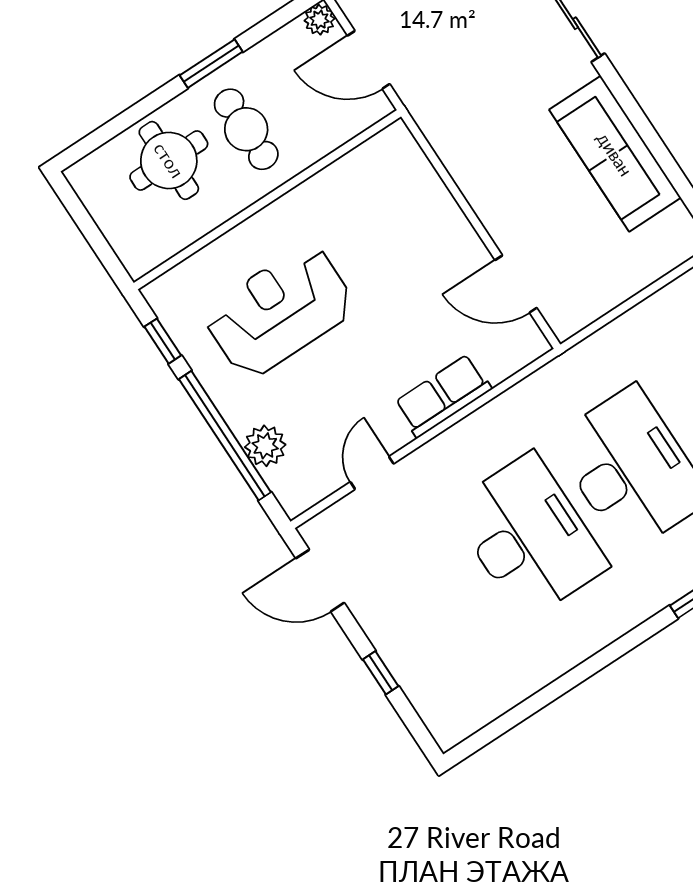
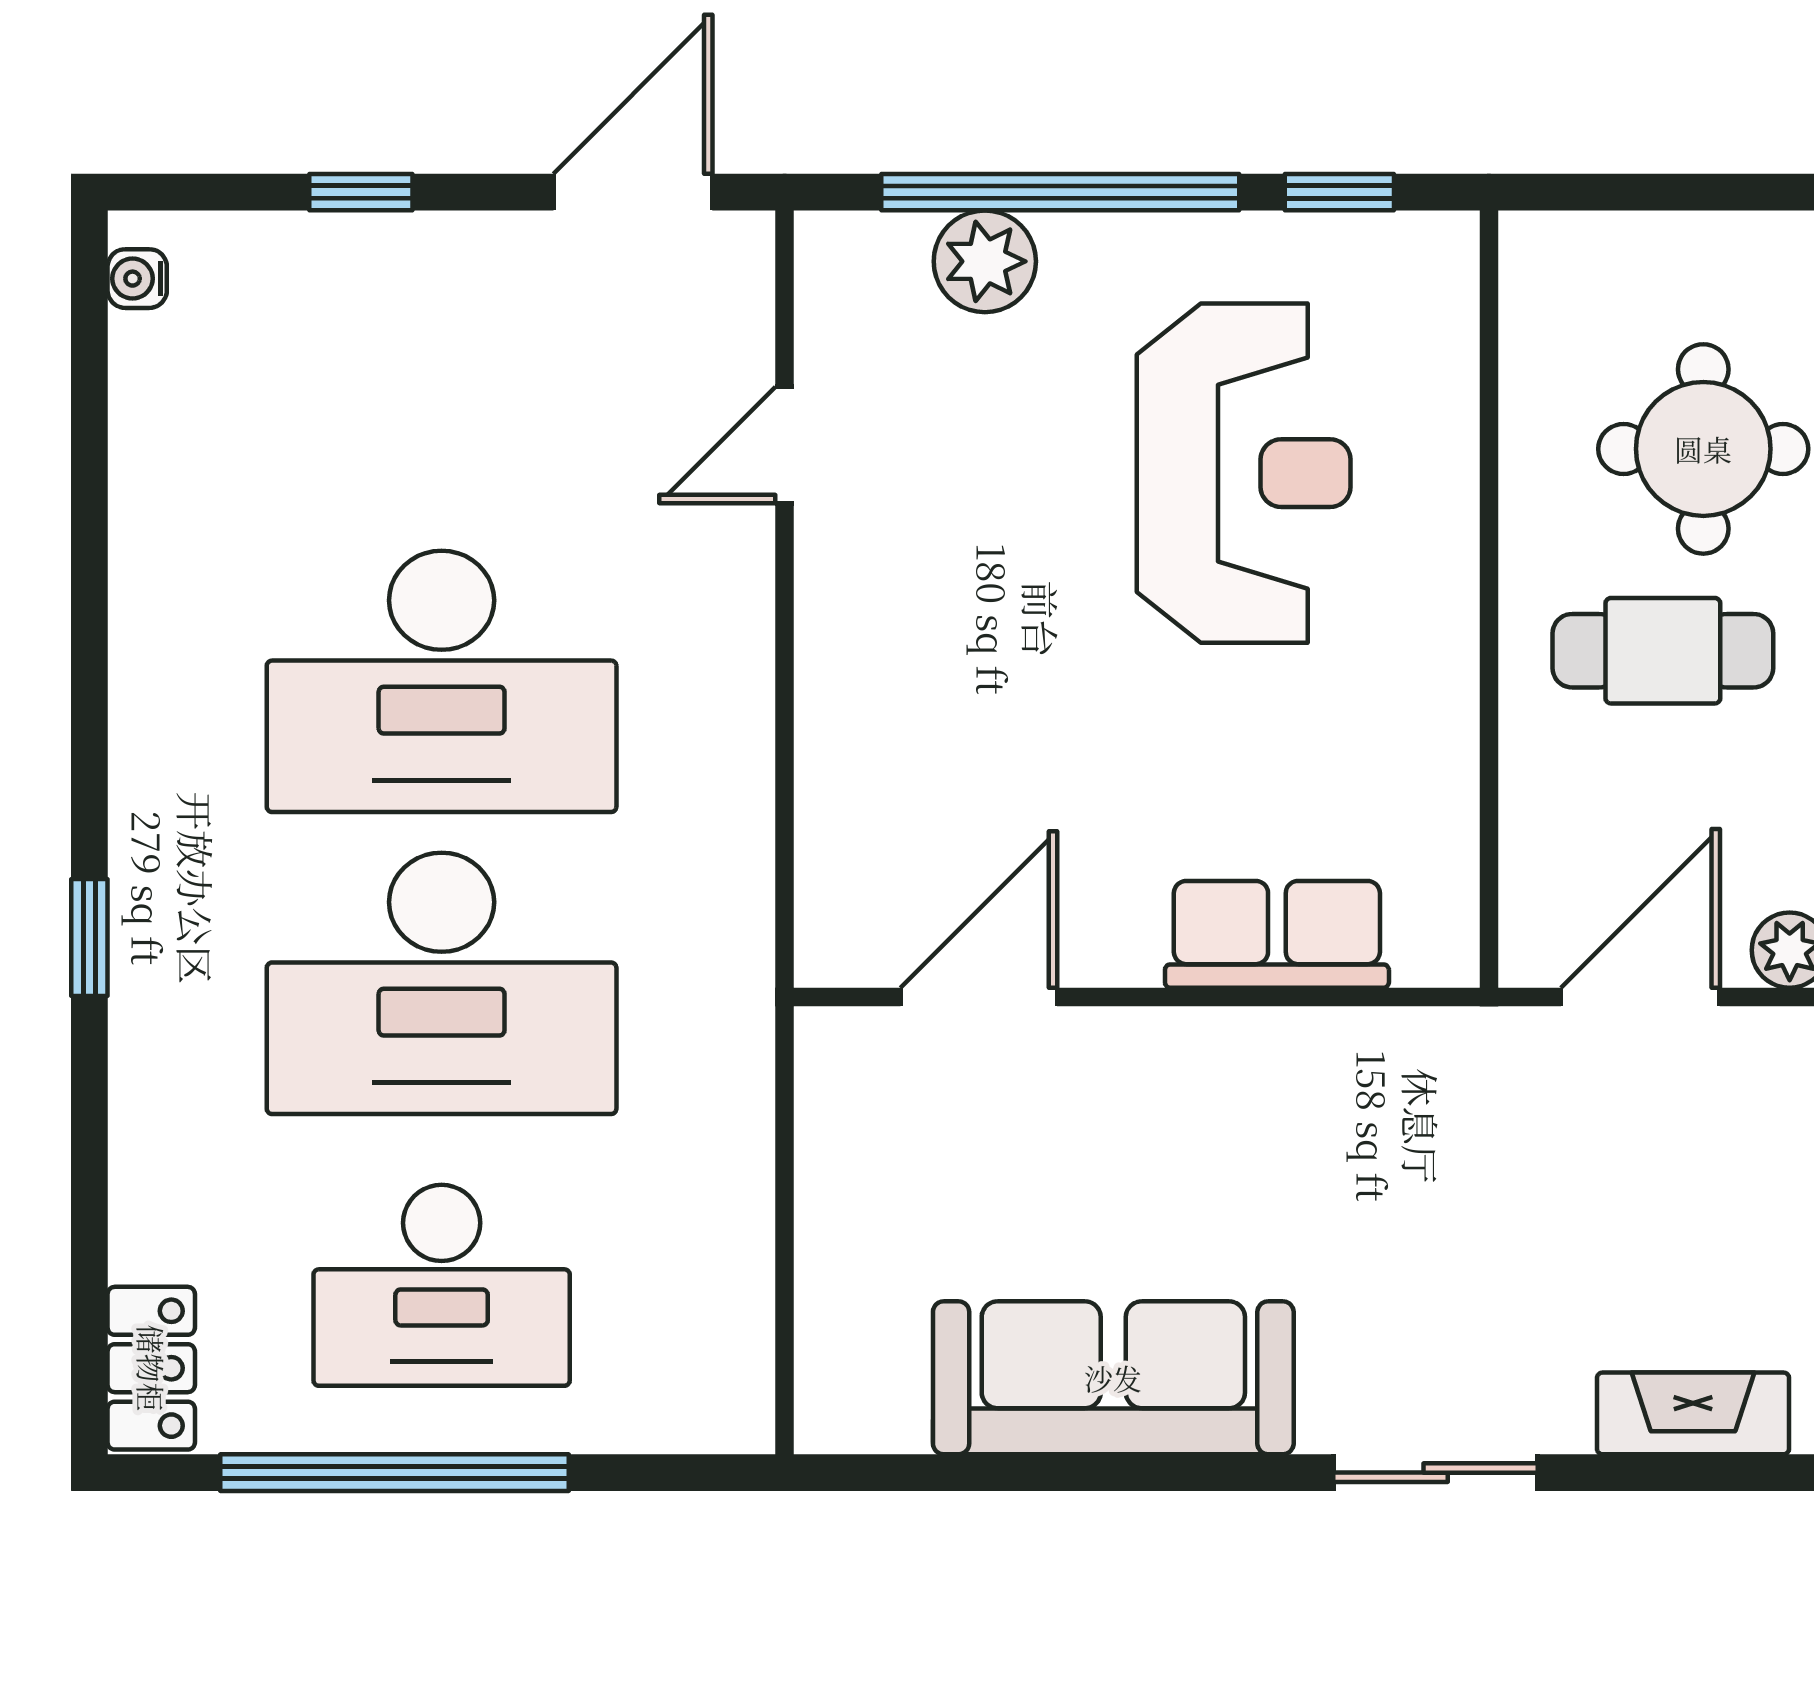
row of seats: (443, 396) -> (1277, 934), moved, turned -90
door: (372, 473) -> (785, 445), swing flipped
water cooler: (460, 729) -> (137, 279), added

